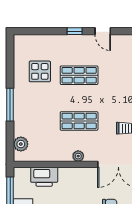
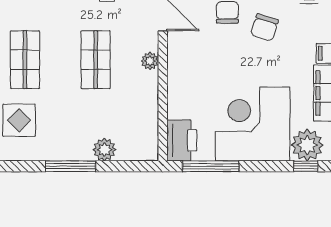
plant: (21, 144) -> (104, 150), moved
printer: (44, 177) -> (182, 140), moved

